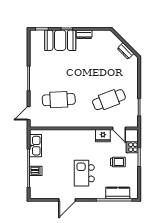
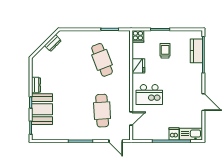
door: (119, 128) -> (131, 119), moved
kitchen sink: (35, 146) -> (191, 134), moved
cooker: (132, 147) -> (138, 36), moved
kitchen island: (84, 173) -> (149, 94), moved

